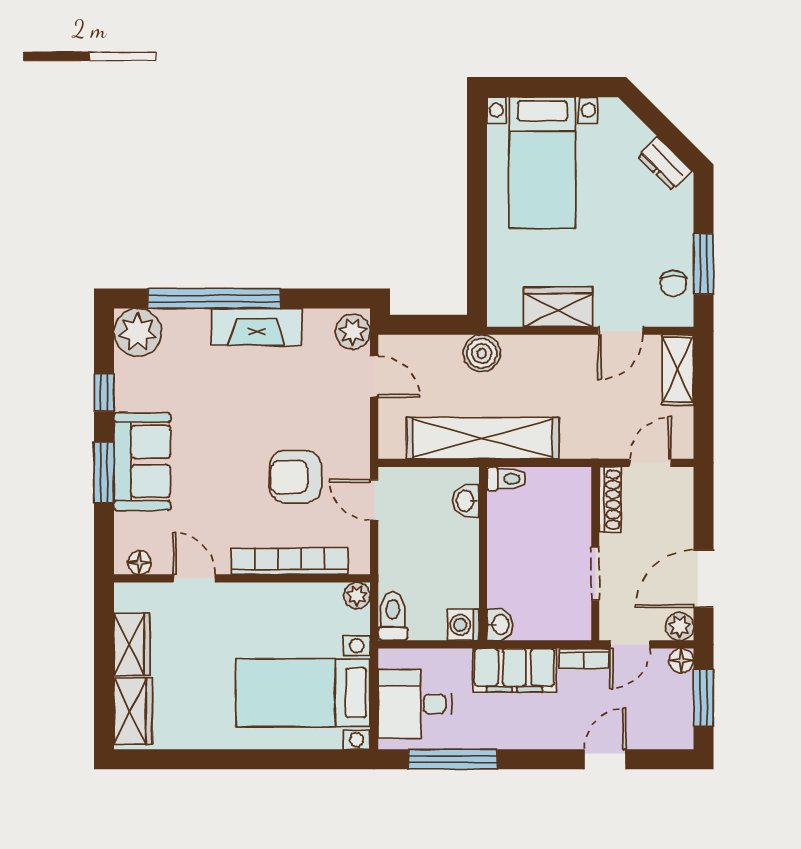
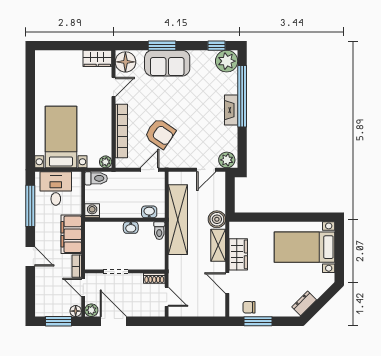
fireplace: (256, 327) -> (231, 110), width x0.73, depth x0.76
shelving: (678, 370) -> (218, 245), moved, turned 90
window: (104, 392) -> (216, 46), moved
armchair: (295, 477) -> (160, 134), turned 124
shoe rack: (610, 499) -> (154, 278), width x0.70
floor lamp: (140, 563) -> (125, 62), width x1.89, depth x1.89
washbasin: (500, 625) -> (131, 228), moved
wardrobe: (132, 644) -> (97, 58), moved
wardrobe: (133, 711) -> (52, 59), removed
door: (605, 759) -> (30, 256), moved

